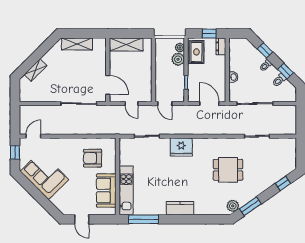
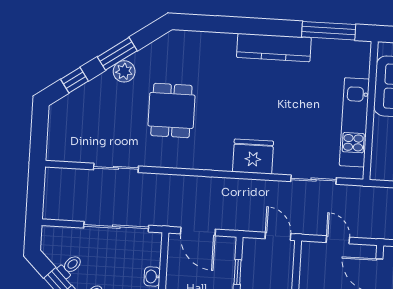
dining table: (228, 170) -> (171, 110), turned 90
kitchen unit: (126, 190) -> (354, 122), moved
plant: (233, 206) -> (124, 71), moved
window: (250, 206) -> (117, 54), moved
kitchen counter: (180, 208) -> (274, 48), width x1.50

